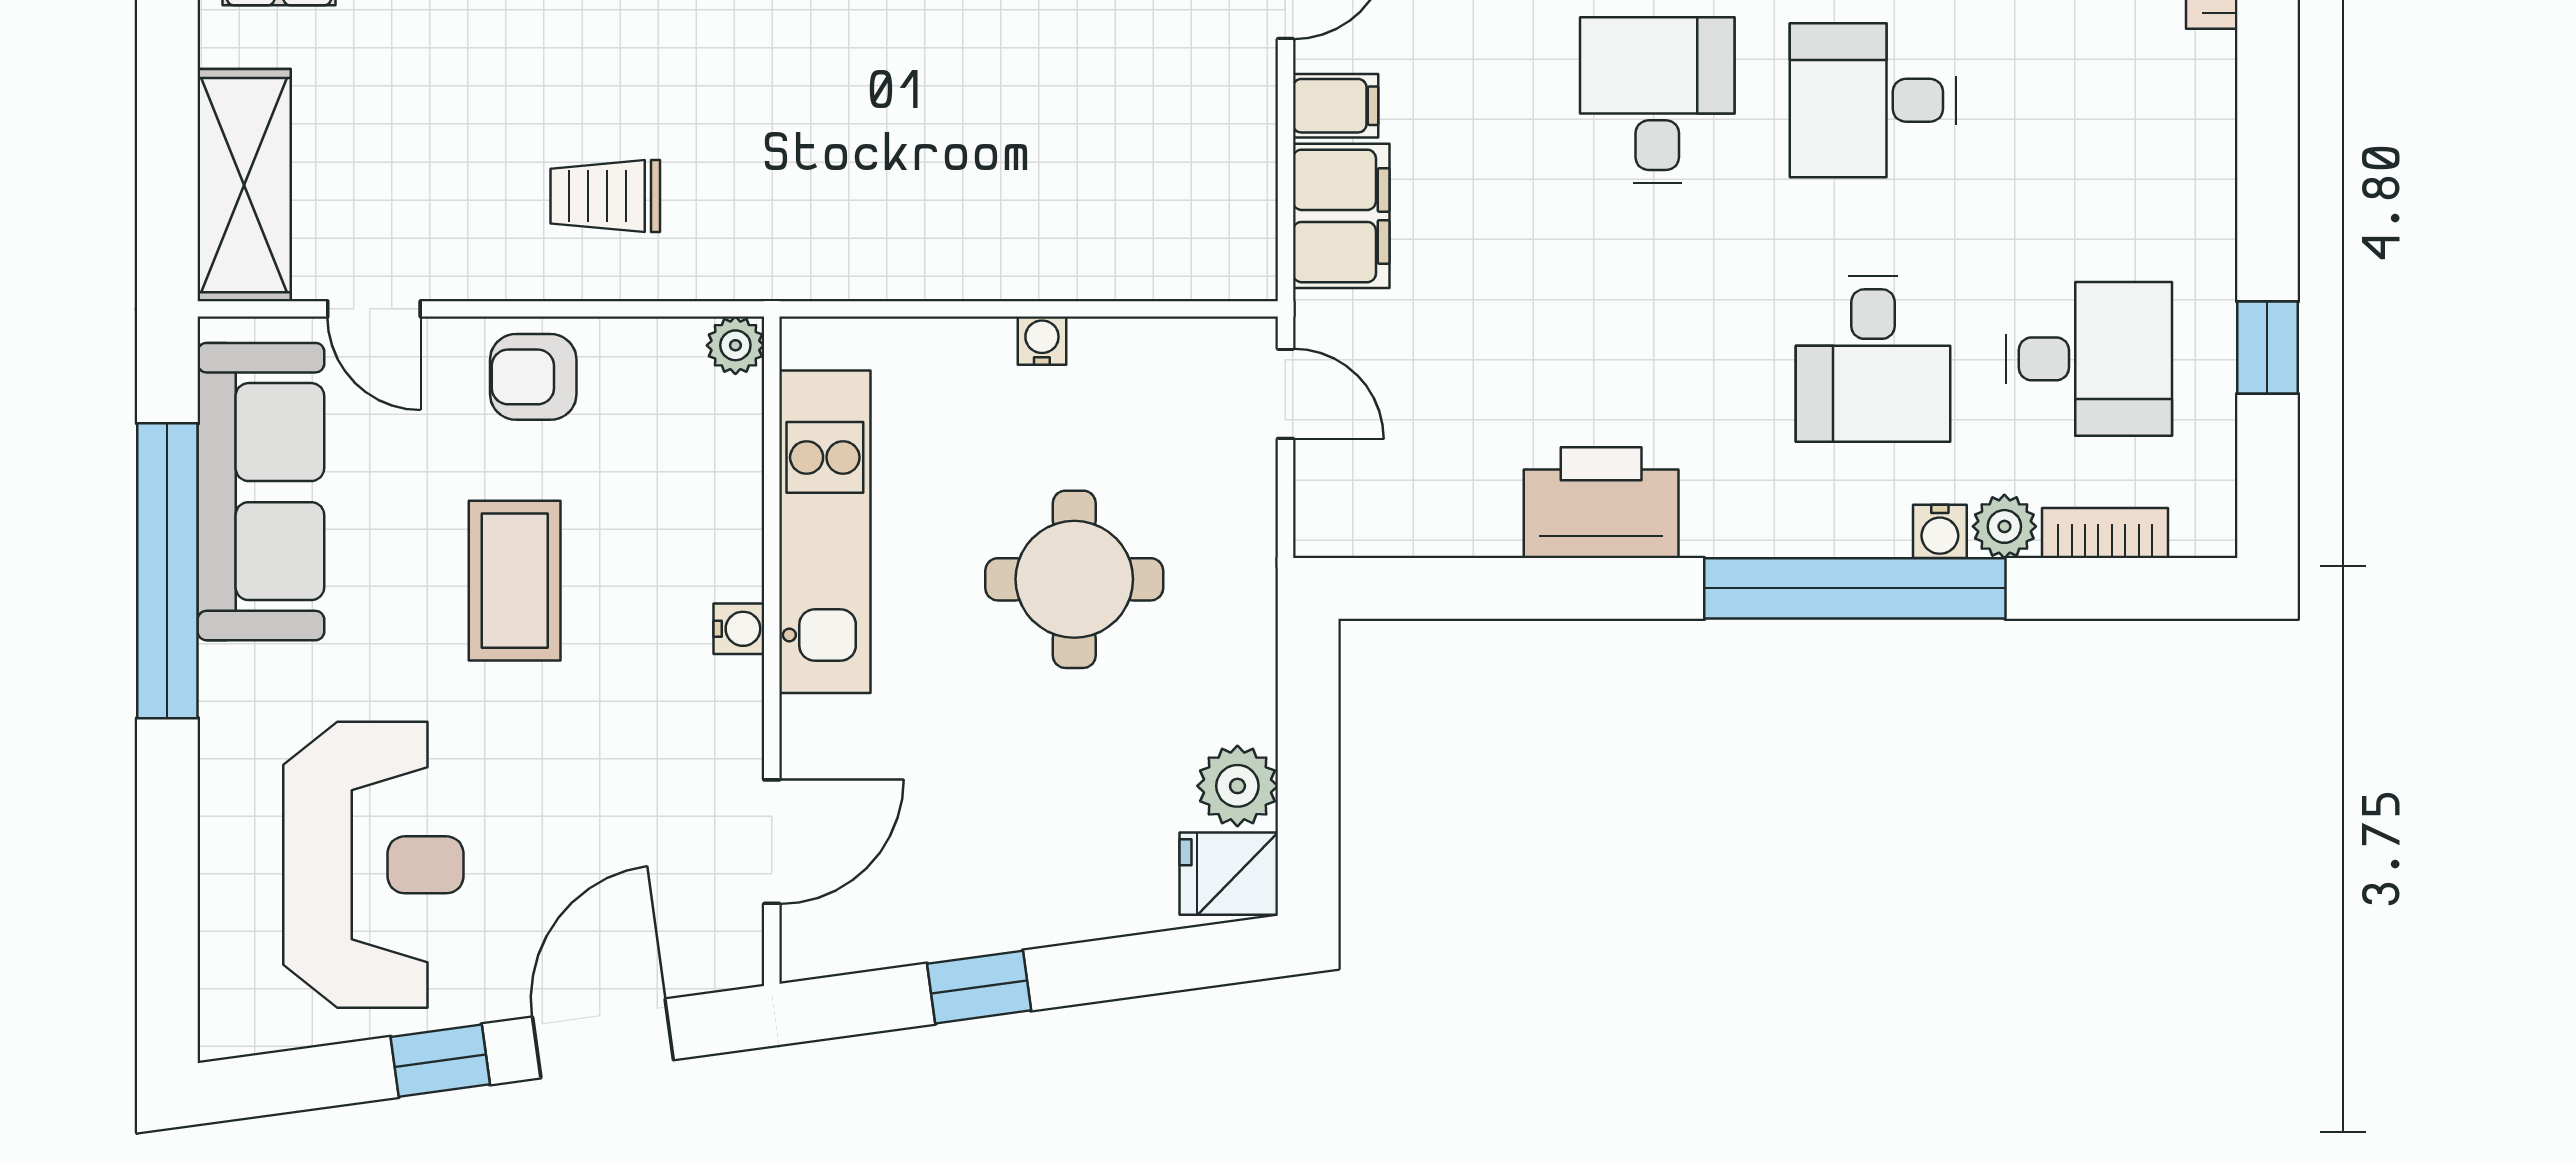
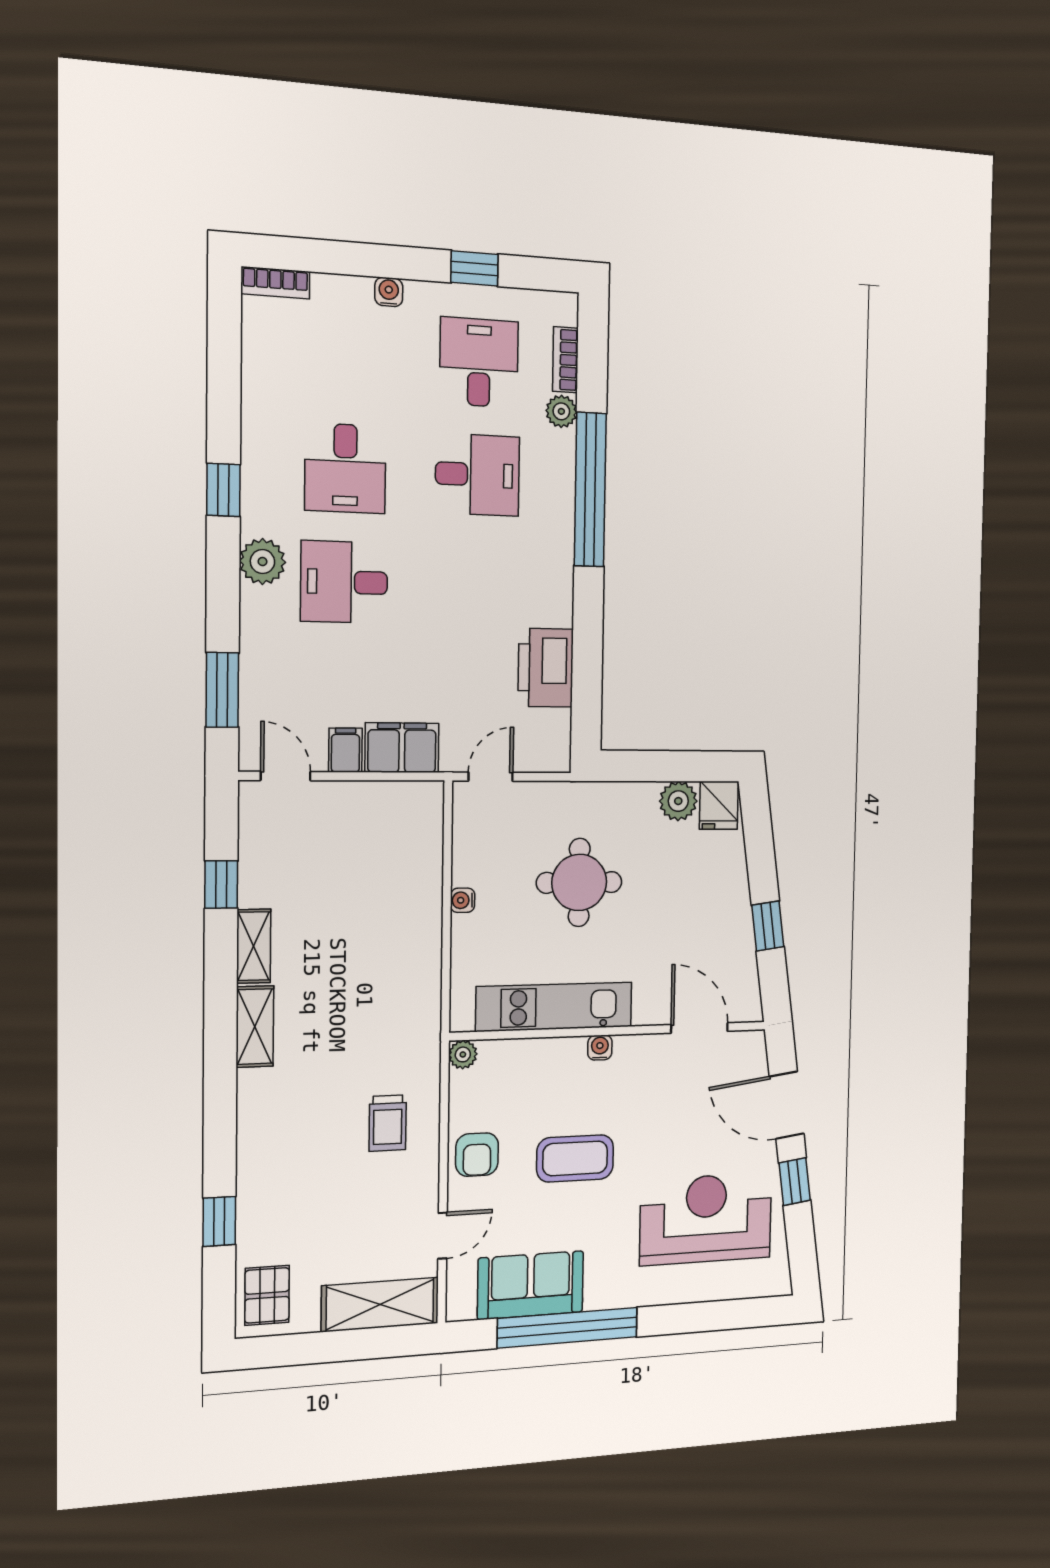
sofa: (261, 492) -> (531, 1285), width x0.73
printer: (1601, 503) -> (546, 668), moved
water cooler: (1940, 531) -> (389, 292), moved, turned -90

